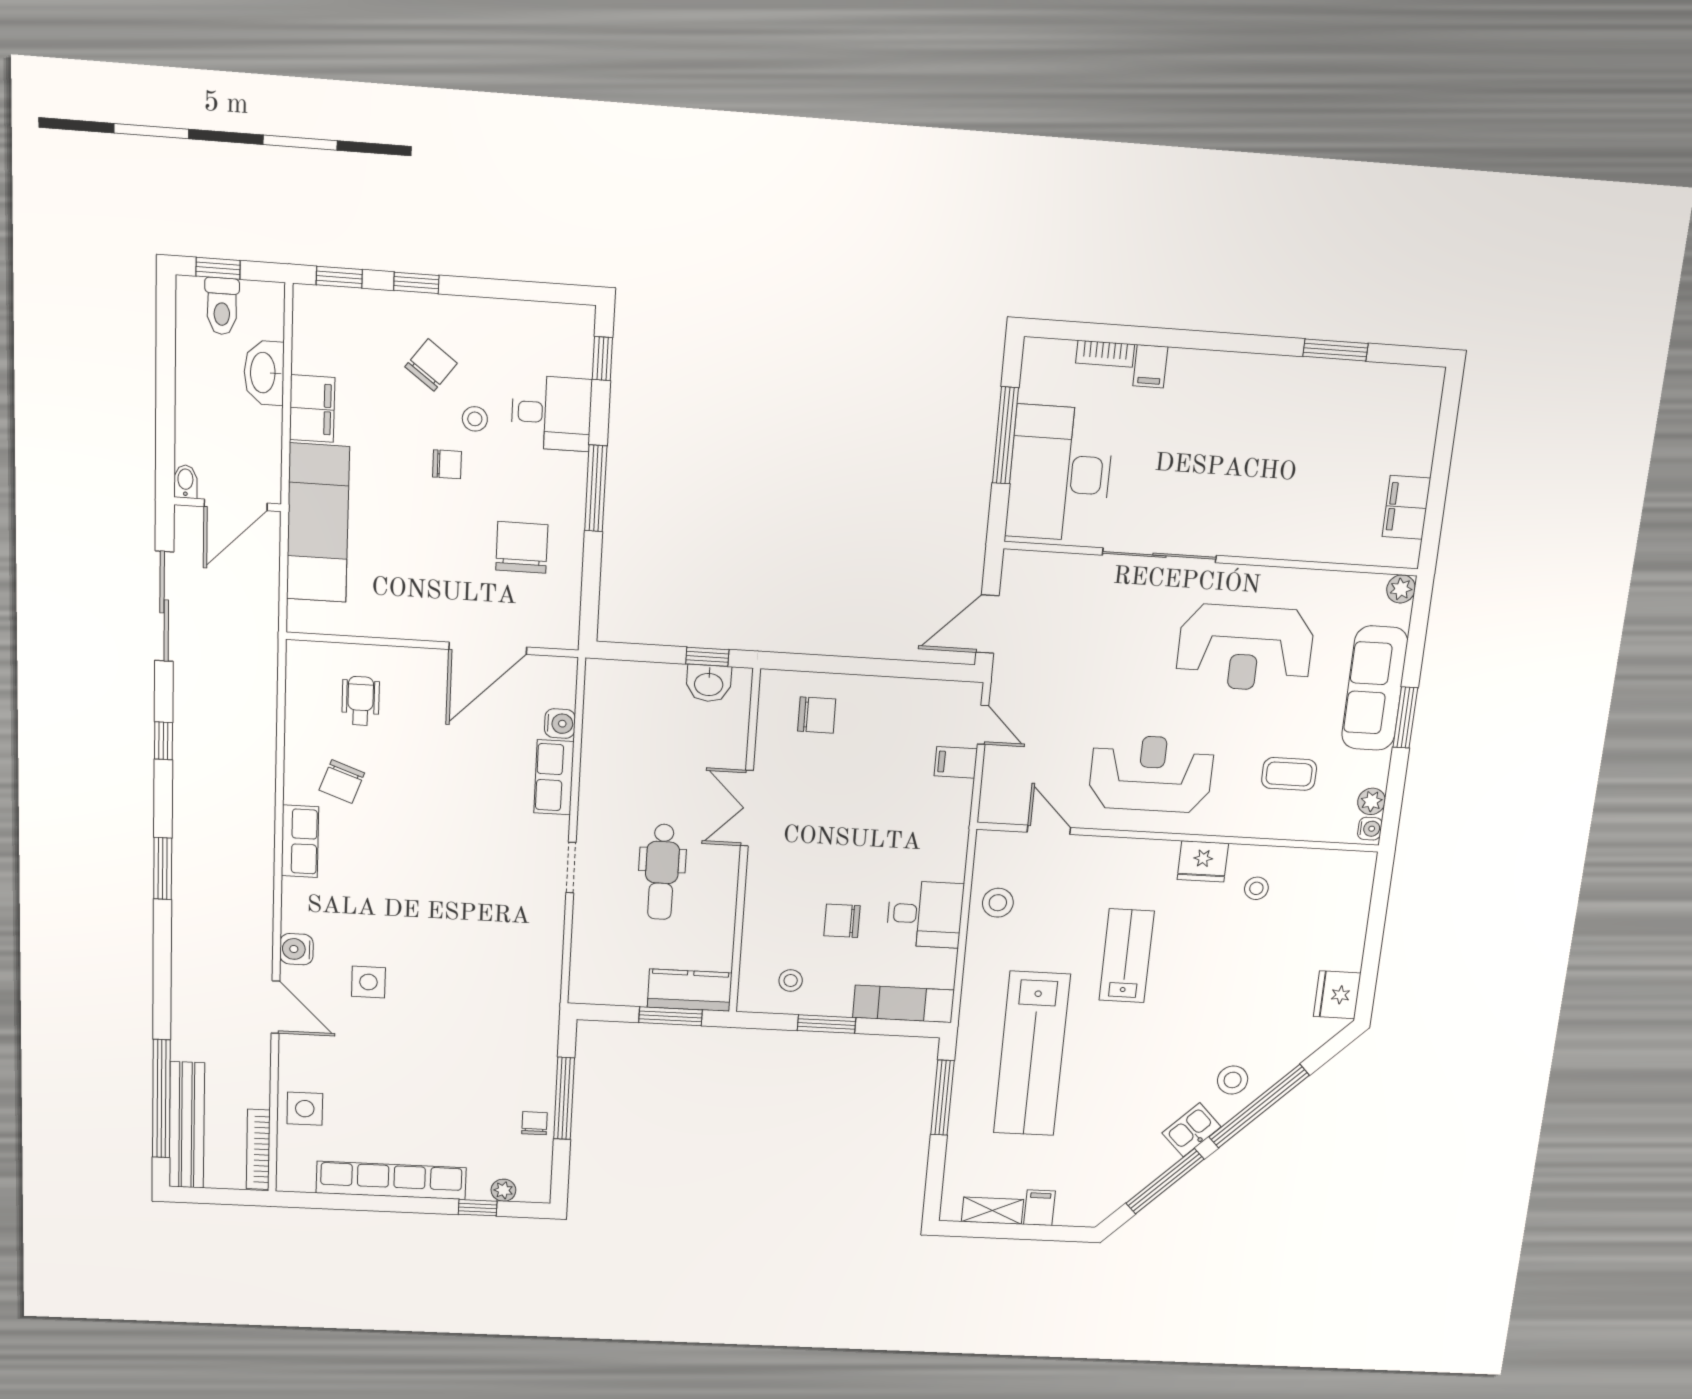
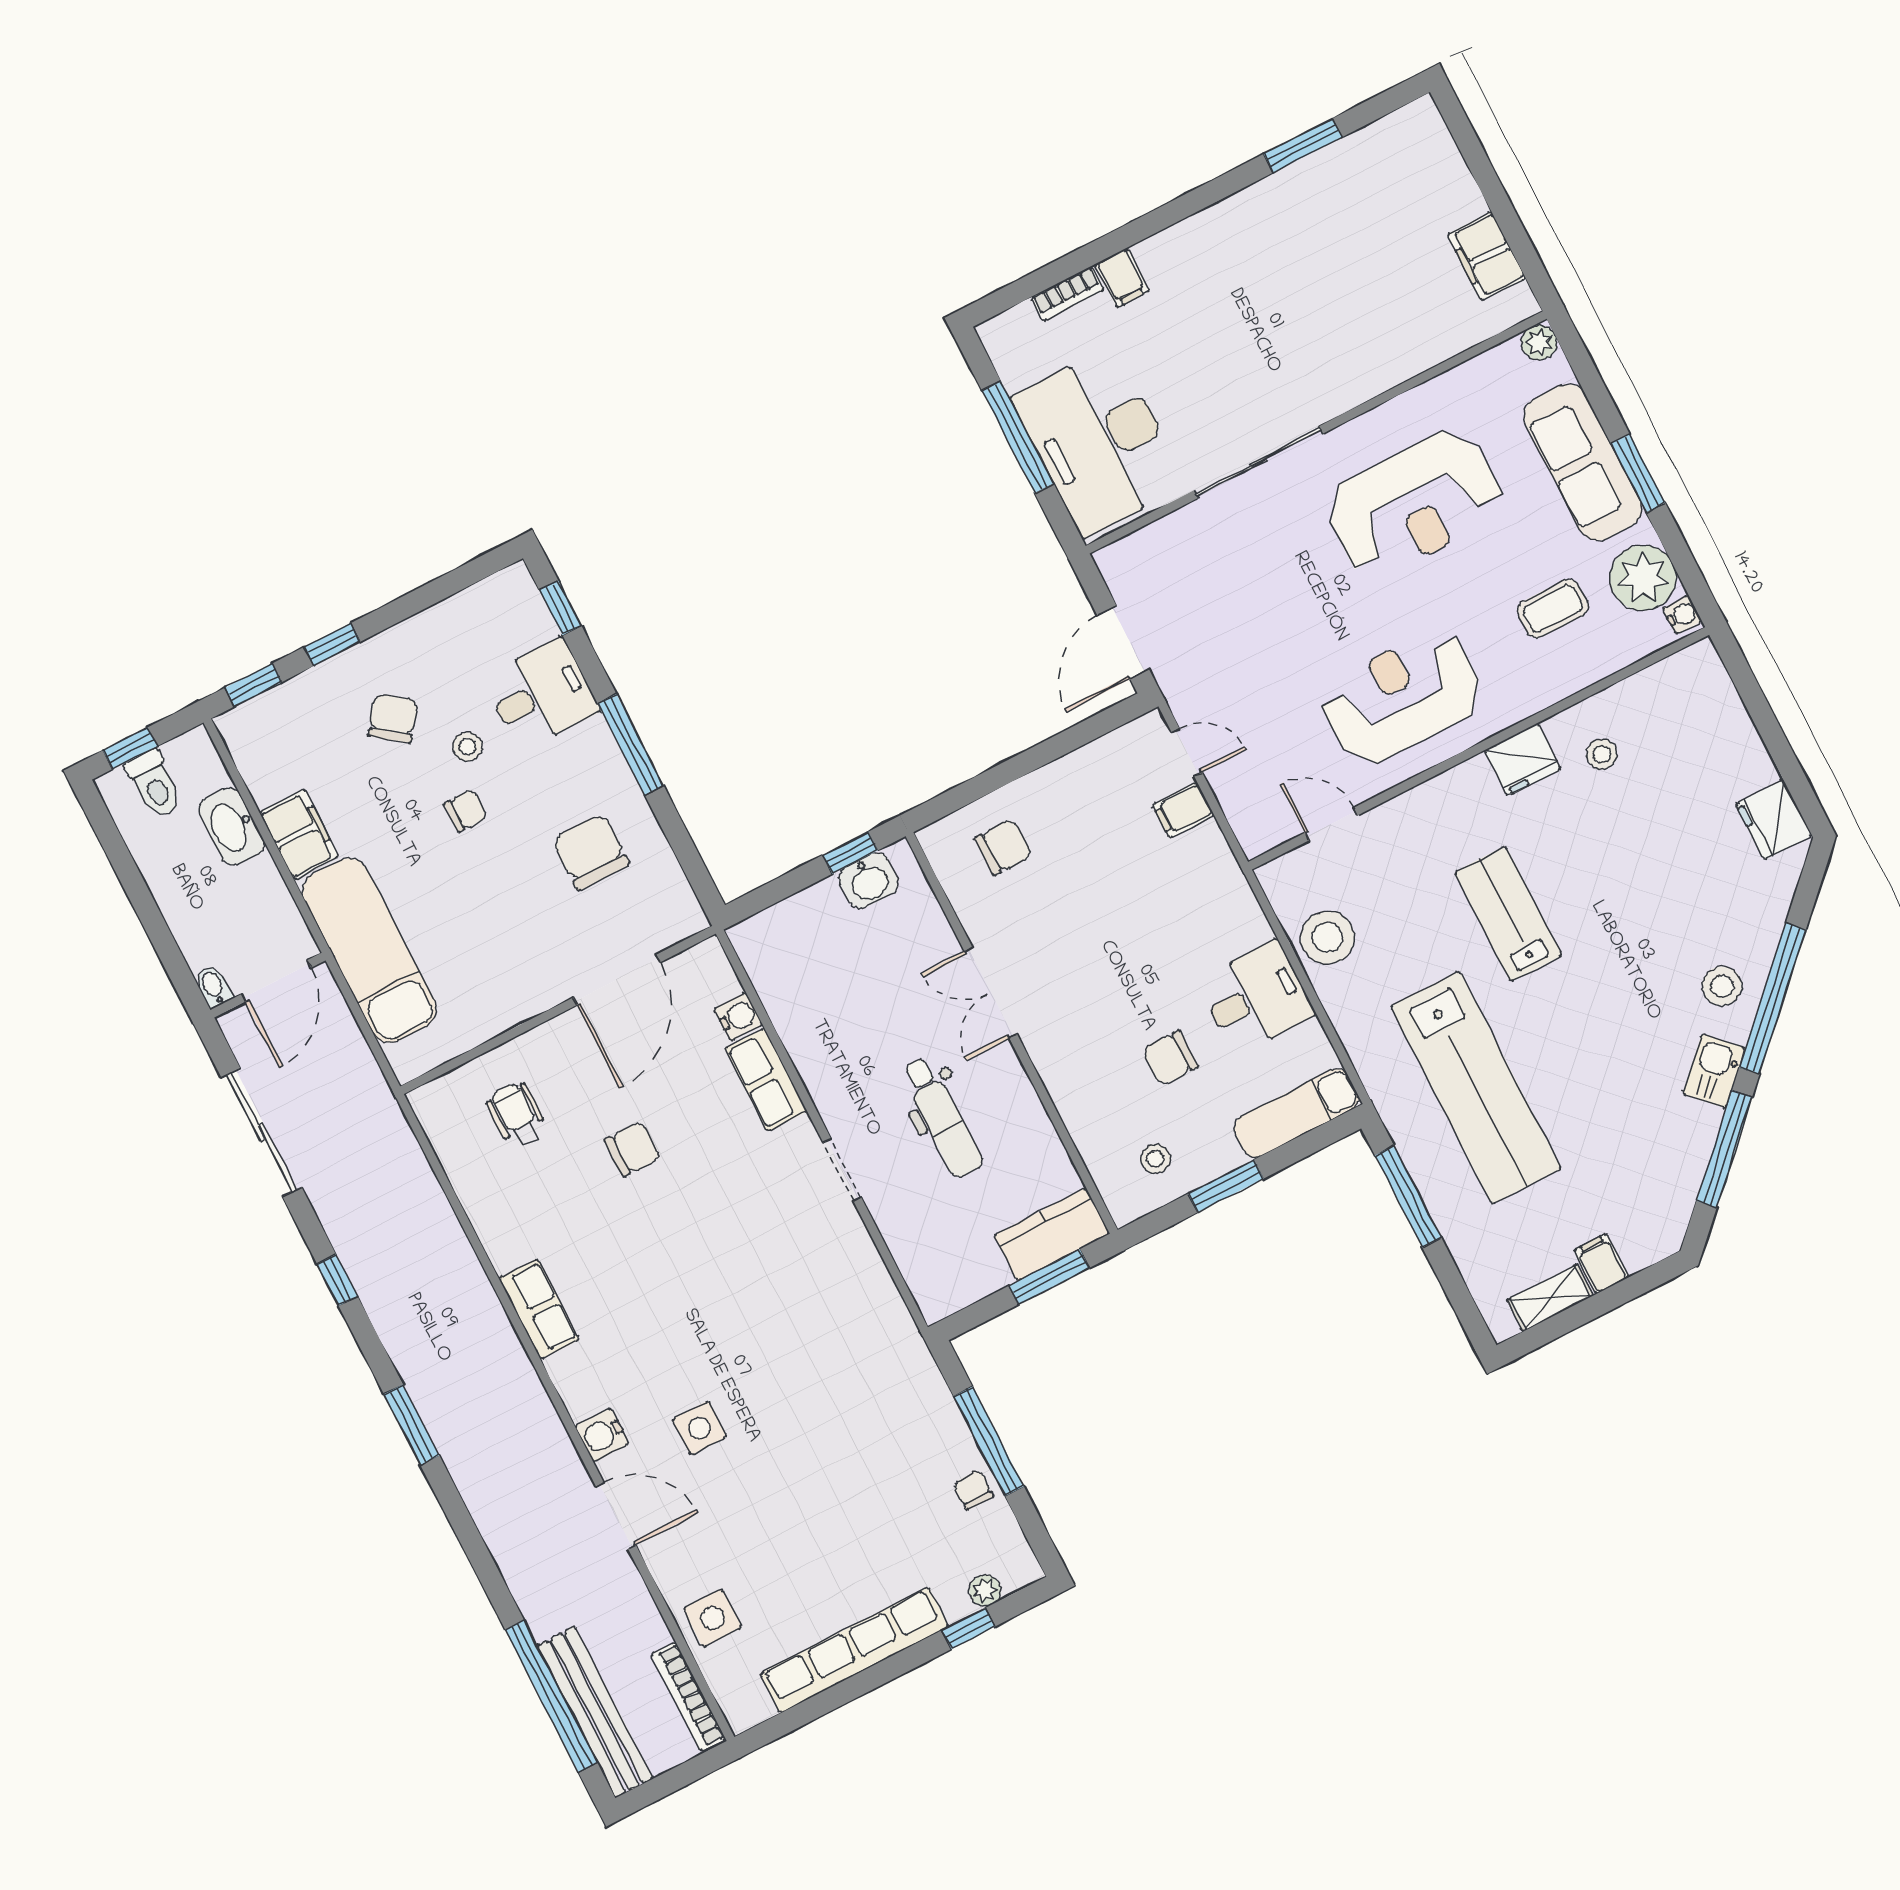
chair: (342, 782) -> (632, 1149), moved, turned -110
plant: (1372, 801) -> (1643, 578), width x1.87, depth x1.87
stool: (998, 903) -> (1327, 938), width x1.38, depth x1.38

